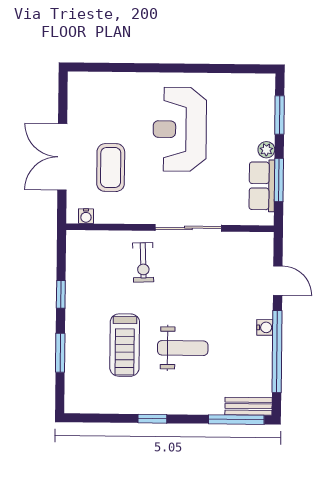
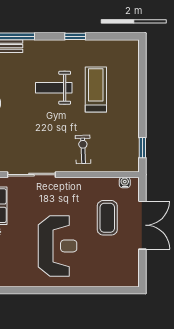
sliding door: (188, 228) -> (32, 175), moved
window: (61, 294) -> (142, 148), moved
window: (60, 353) -> (142, 83), removed

